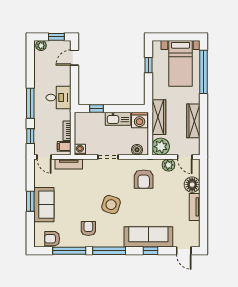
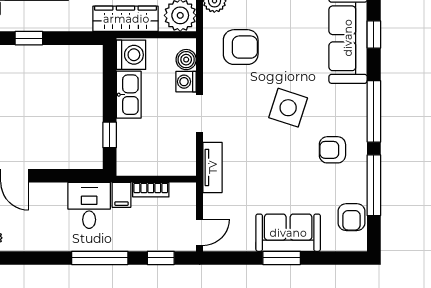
filing cabinet: (64, 146) -> (122, 195), moved
washing machine: (80, 150) -> (186, 82), moved
tv unit: (69, 164) -> (213, 167), moved

